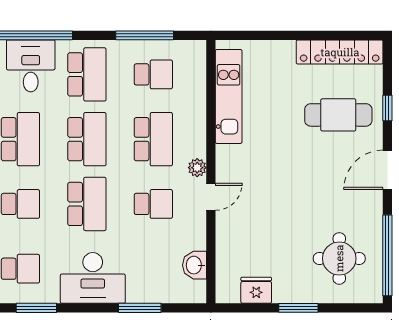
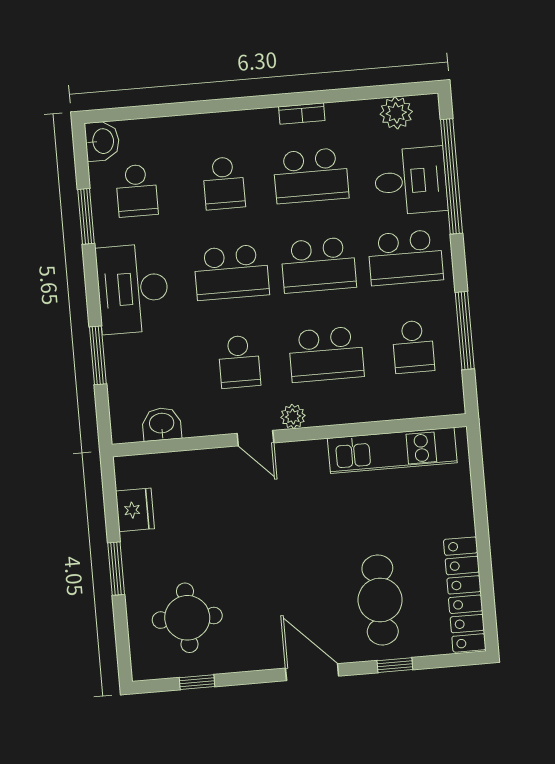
window: (387, 255) -> (197, 682), width x0.32

